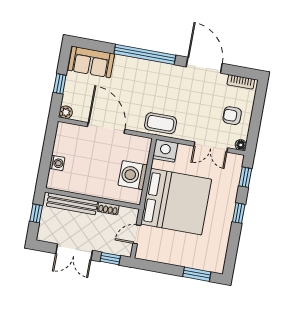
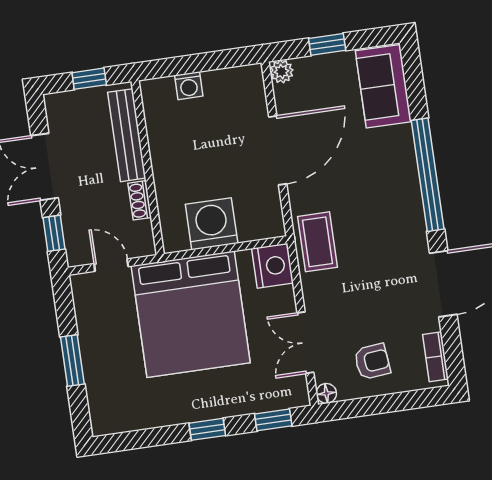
armchair: (232, 116) -> (372, 362), turned 84
window: (197, 274) -> (72, 360), moved

